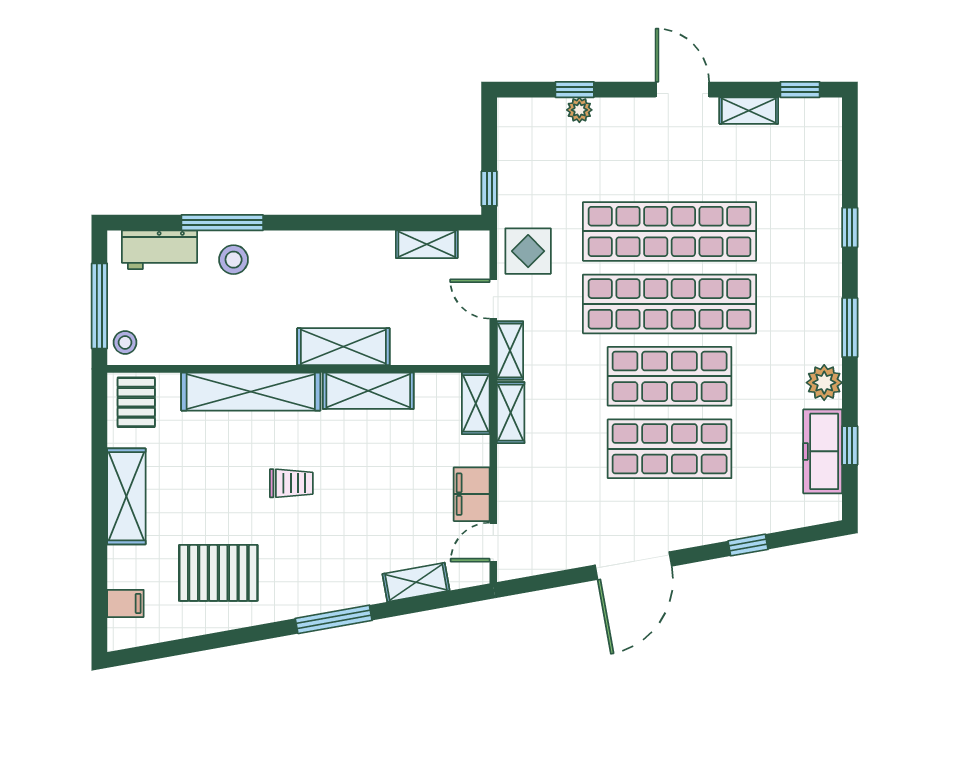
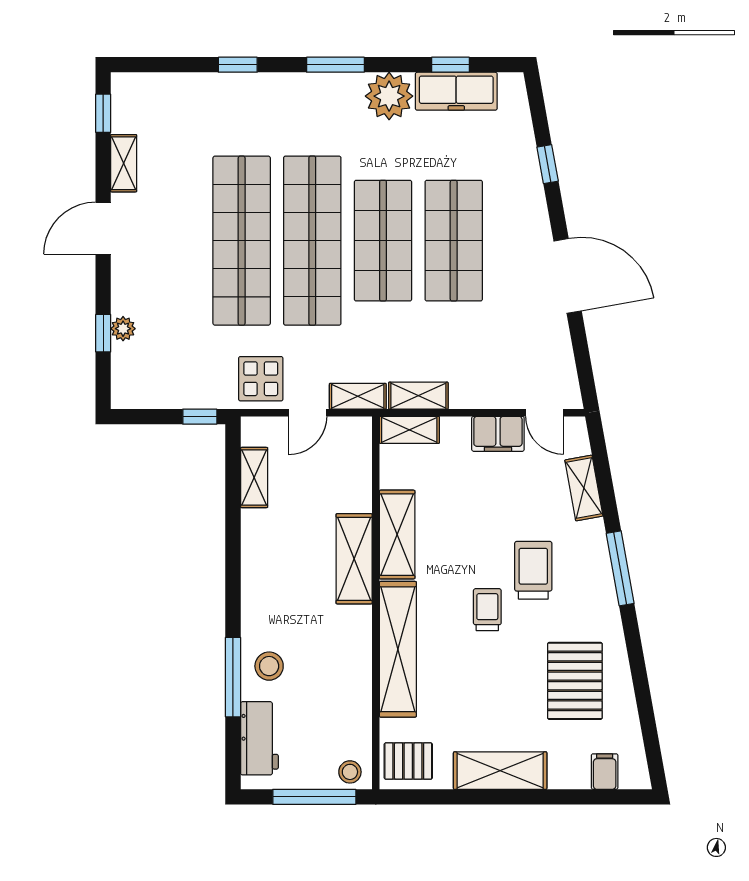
plant: (824, 383) -> (389, 96), width x1.36, depth x1.36
trolley: (332, 530) -> (533, 570), added

